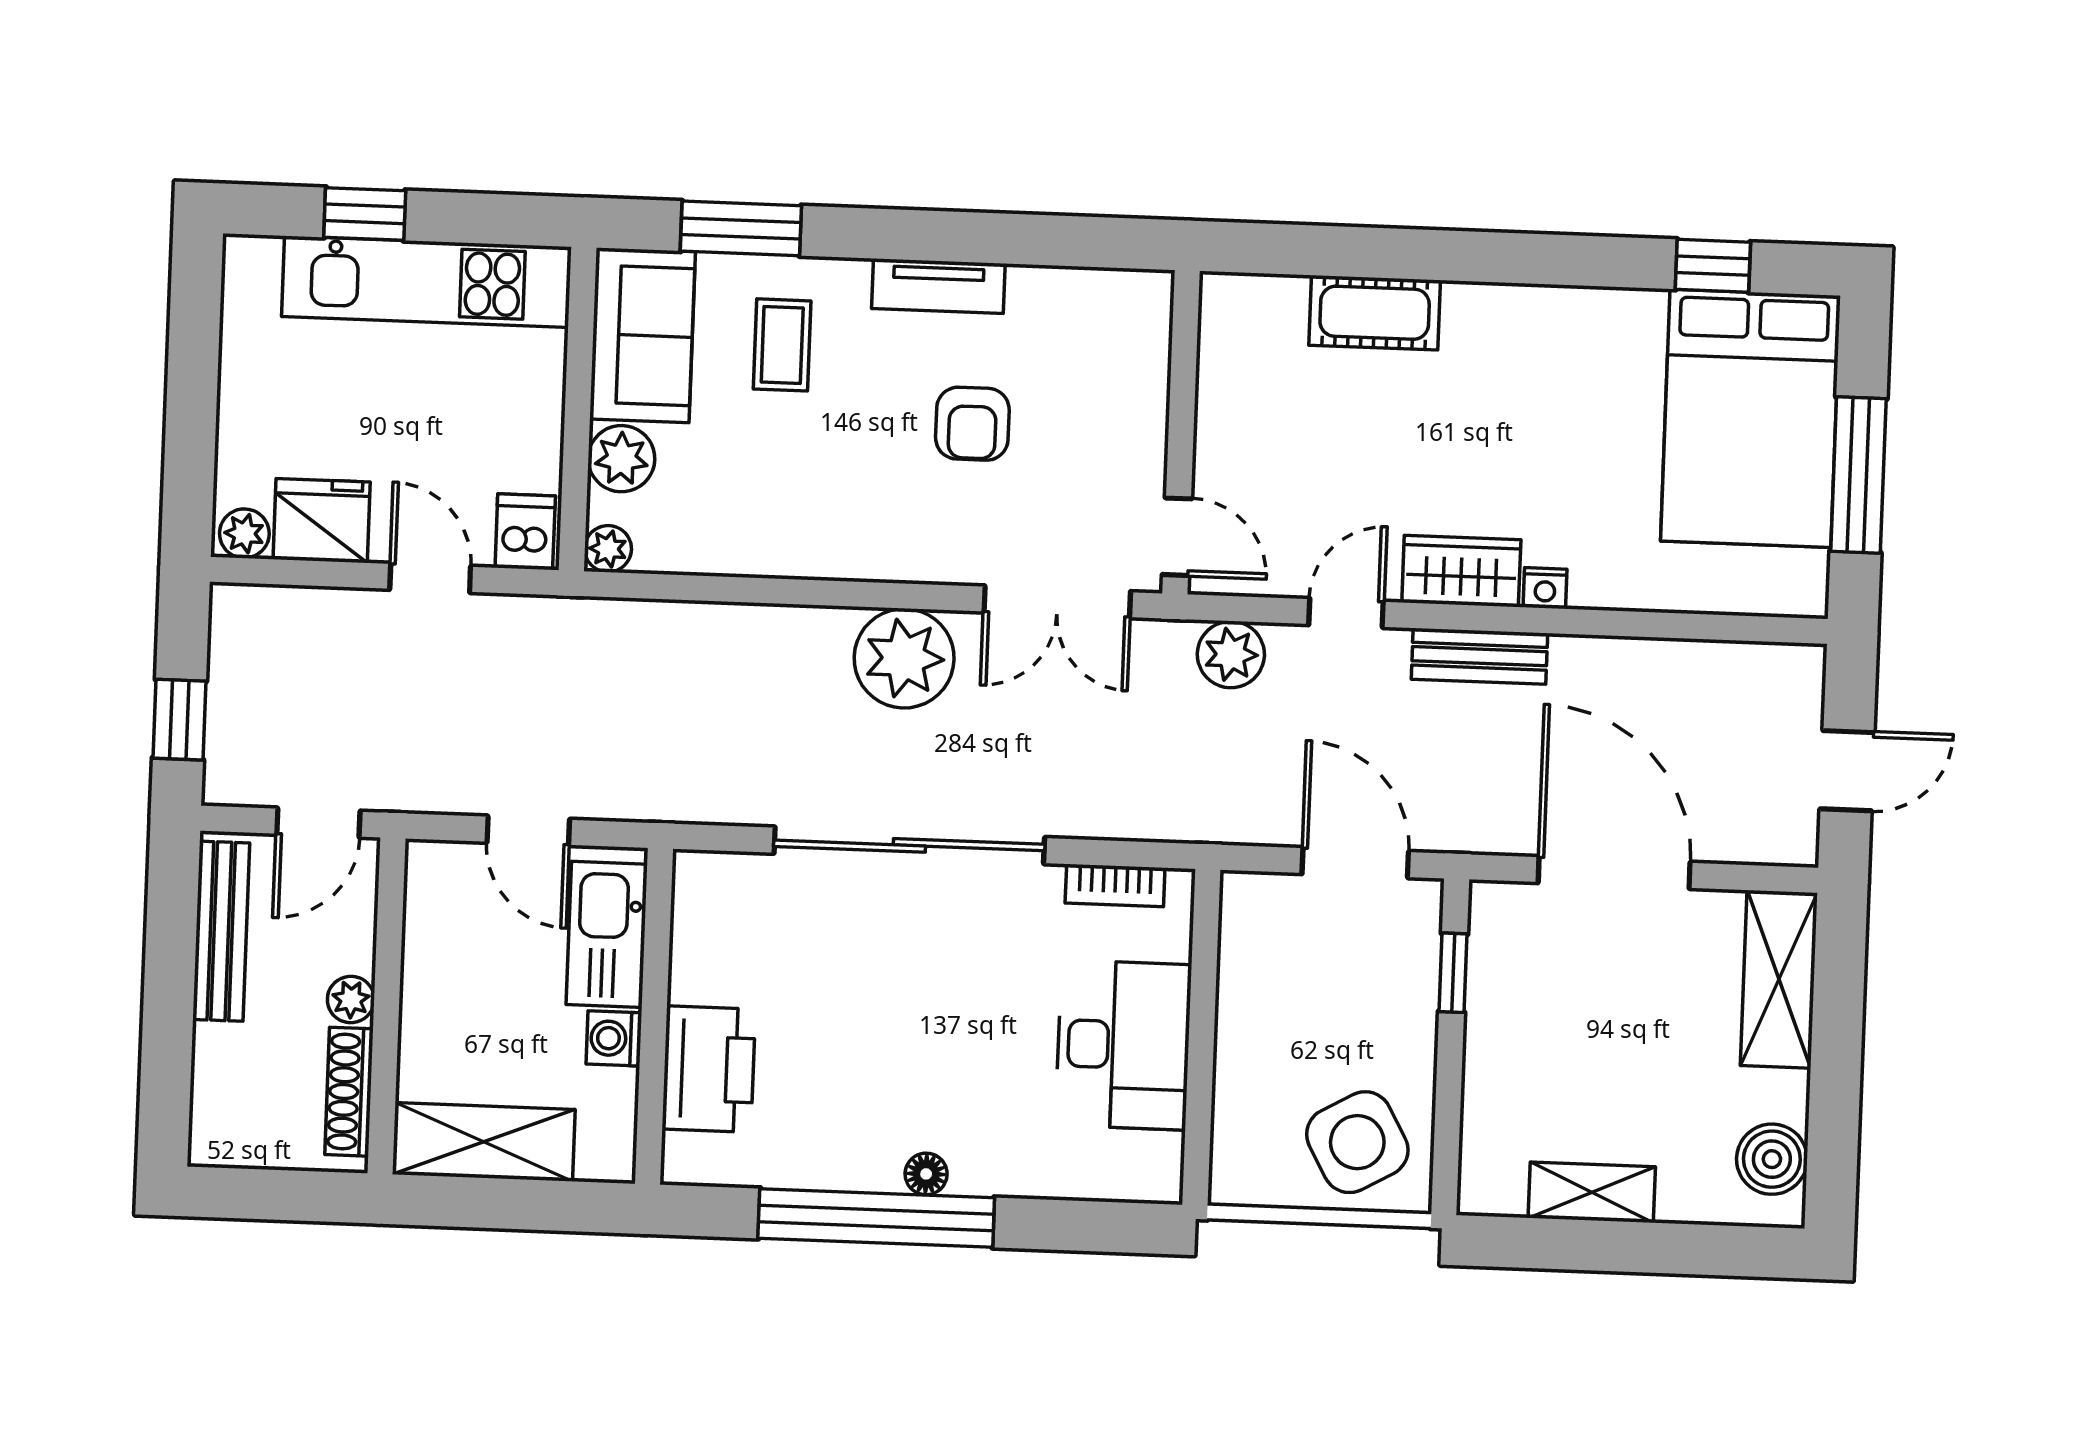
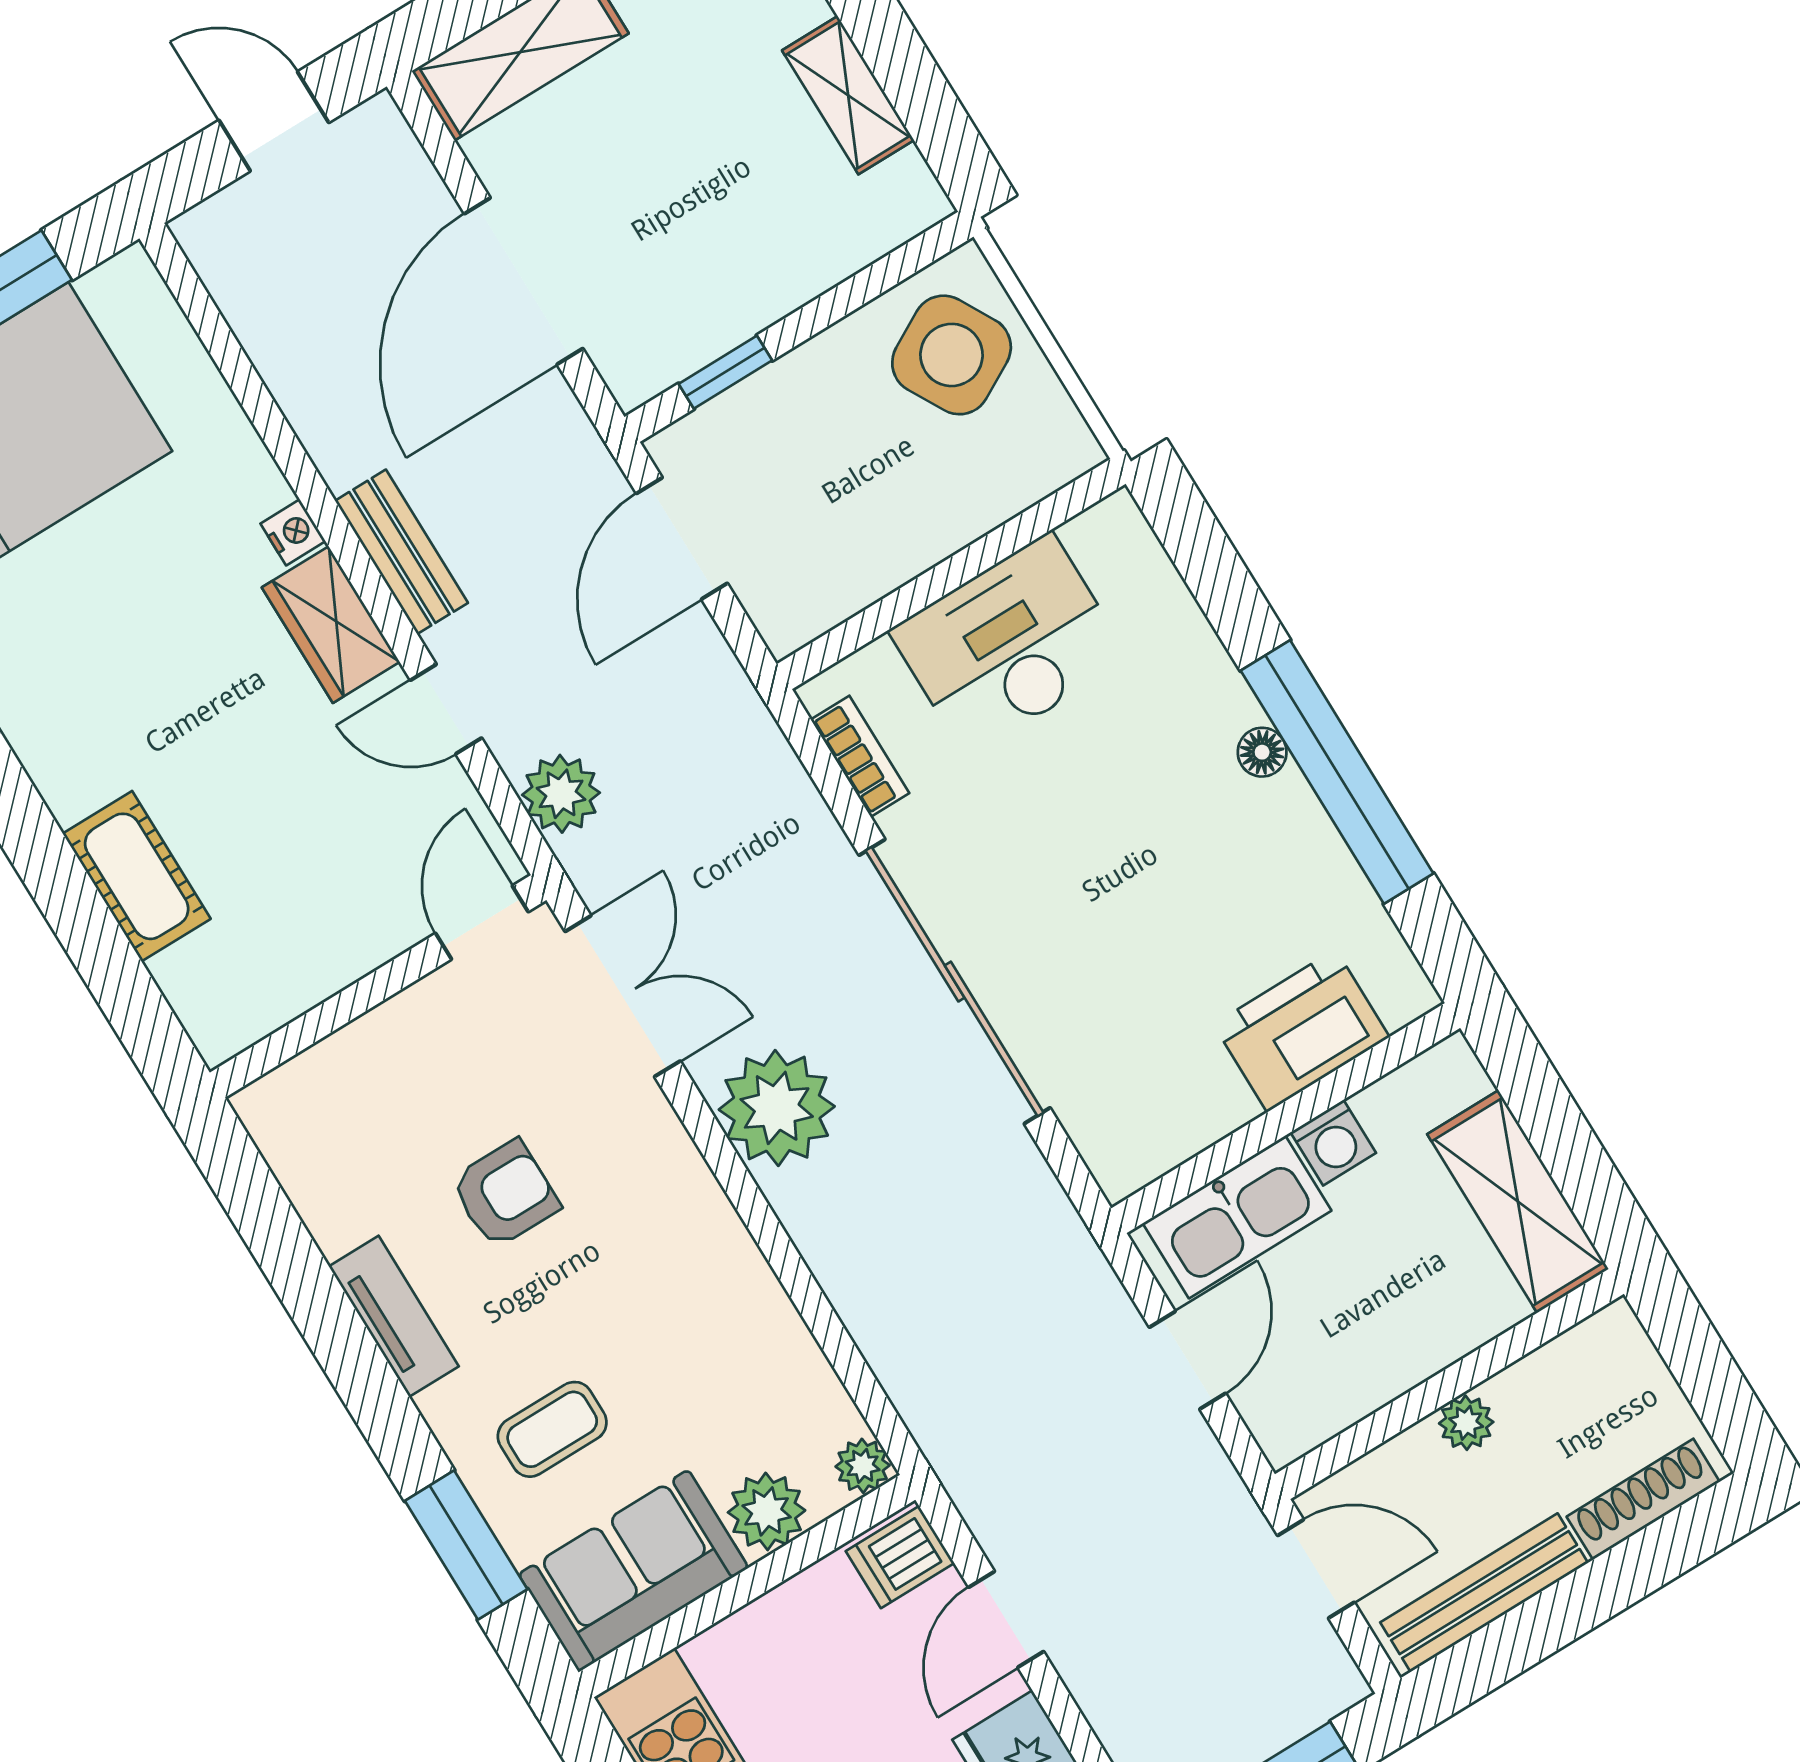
shoe rack: (349, 1092) -> (1643, 1499), moved, turned 180

